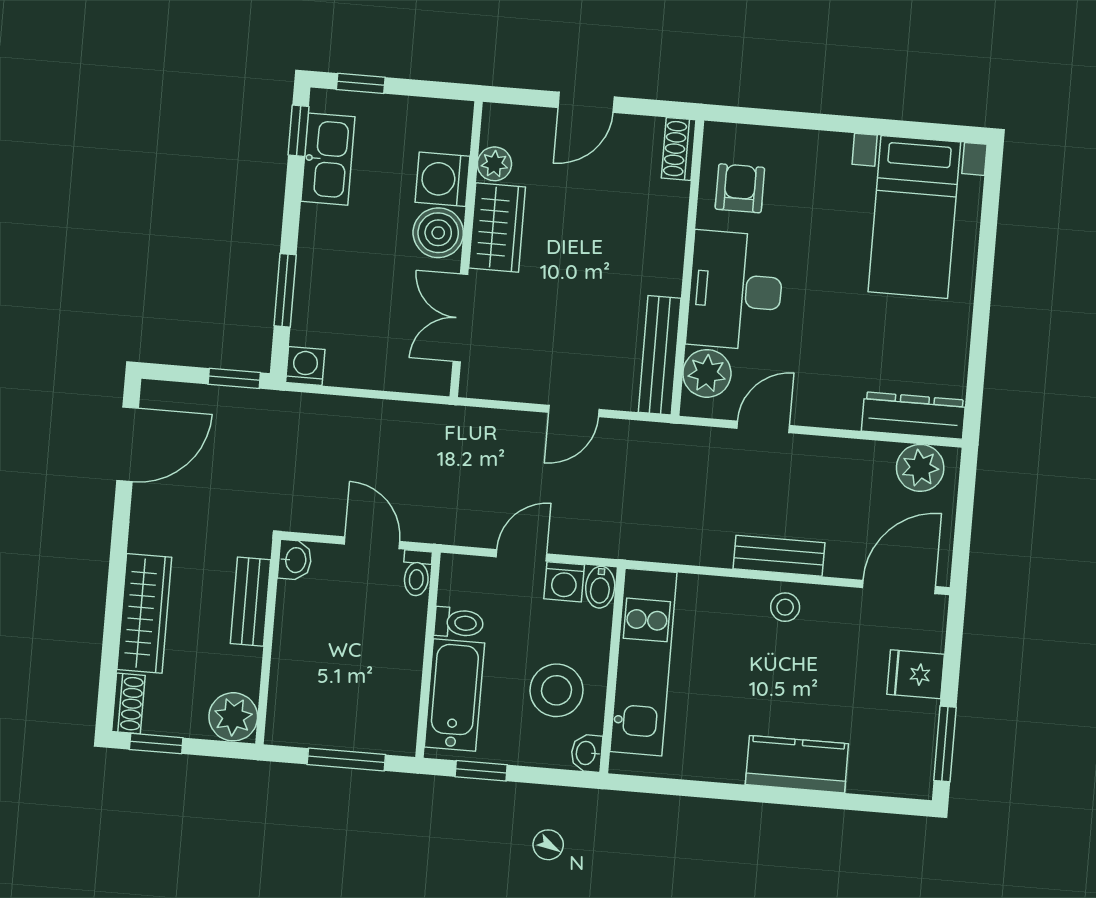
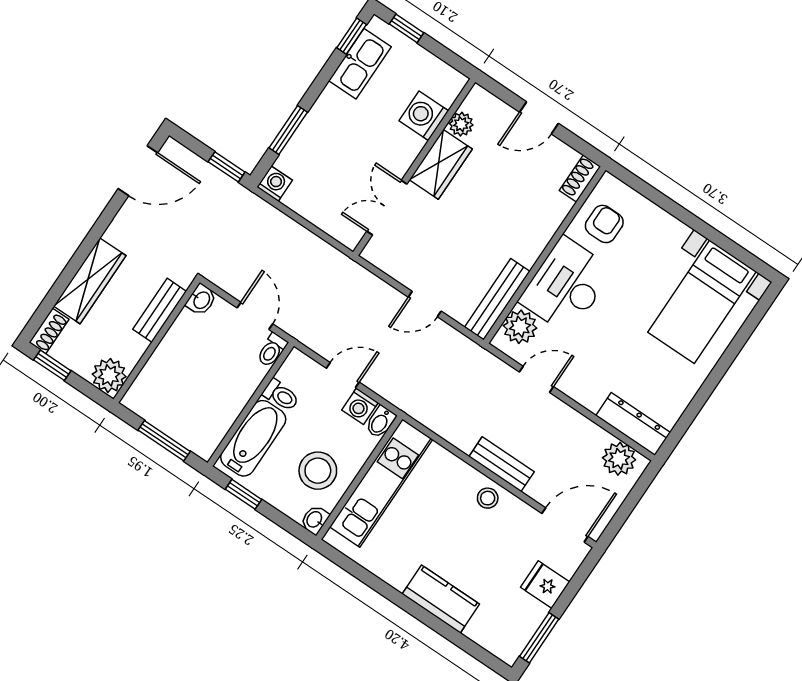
boiler: (438, 233) -> (403, 147), removed

